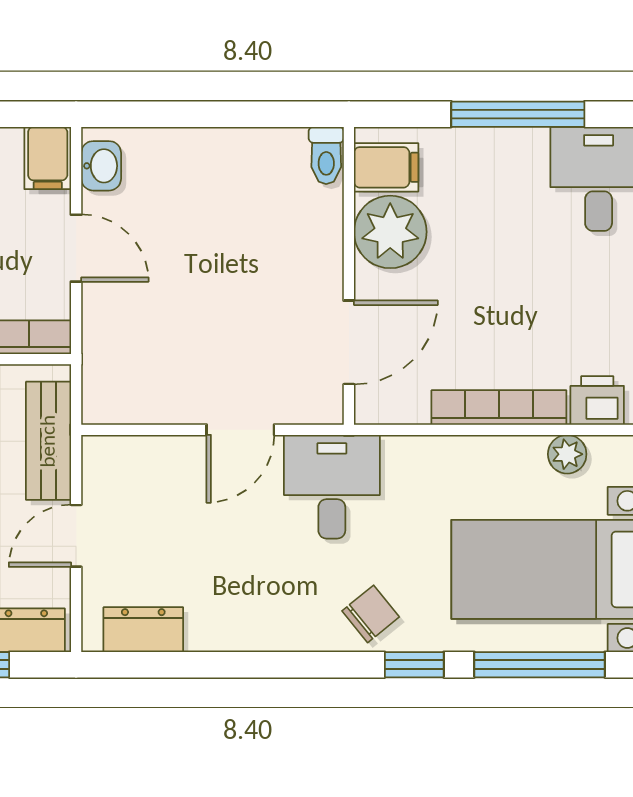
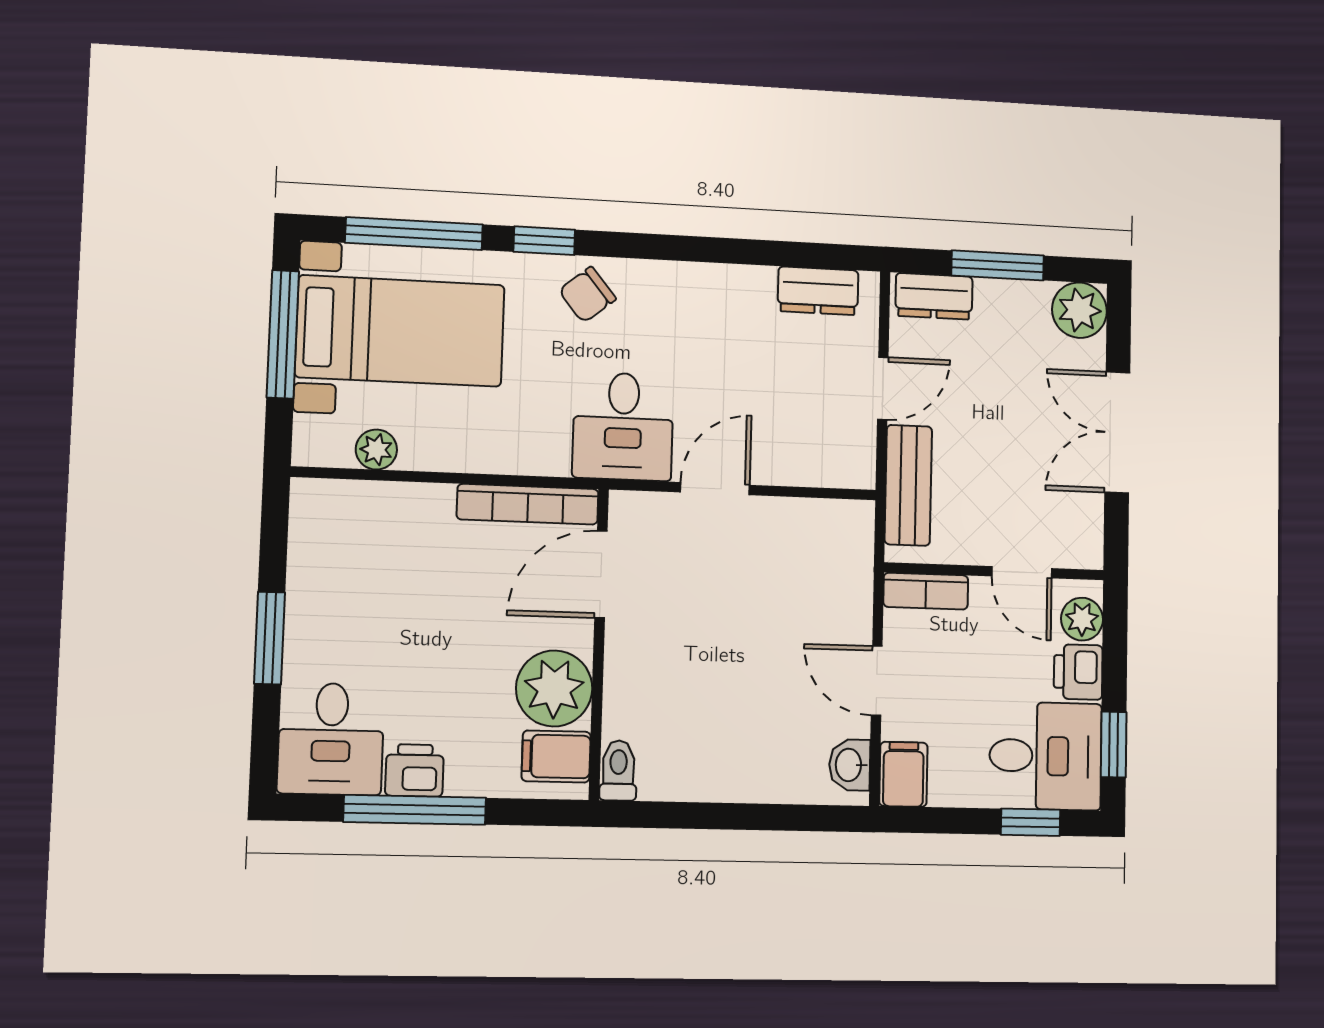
printer: (597, 400) -> (415, 770), moved, turned 180
bookcase: (499, 407) -> (528, 504), moved

